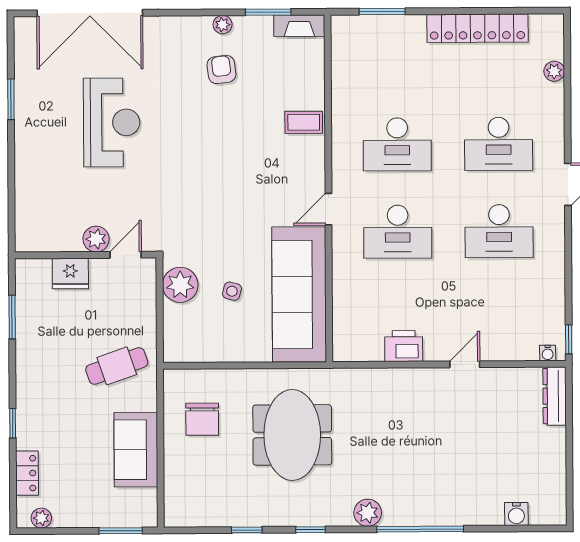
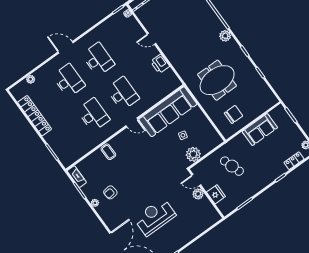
cafe table: (117, 366) -> (232, 166), moved

